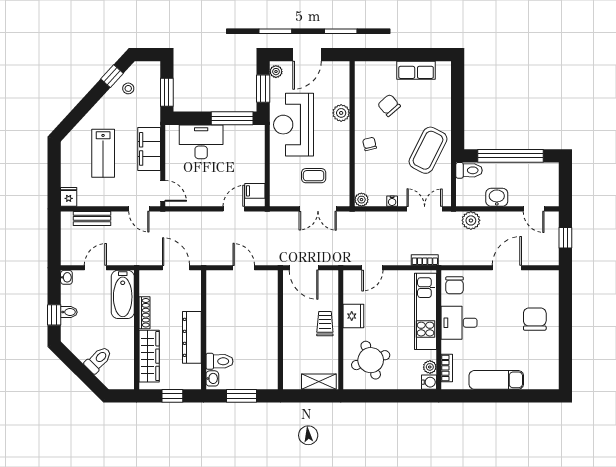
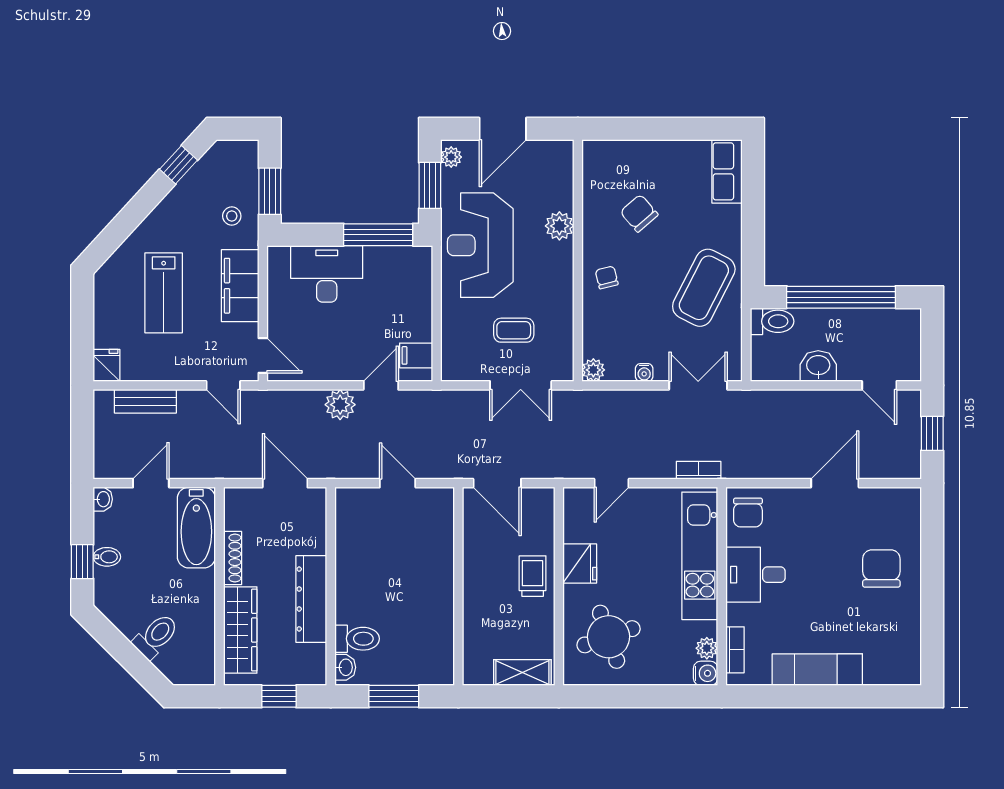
row of seats: (416, 70) -> (727, 171), moved, turned 90
stool: (128, 88) -> (232, 216), moved
plant: (471, 220) -> (340, 405), moved

